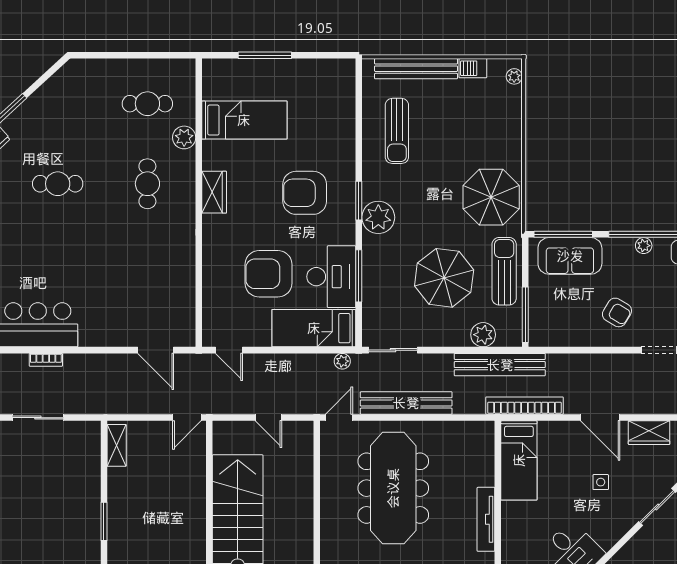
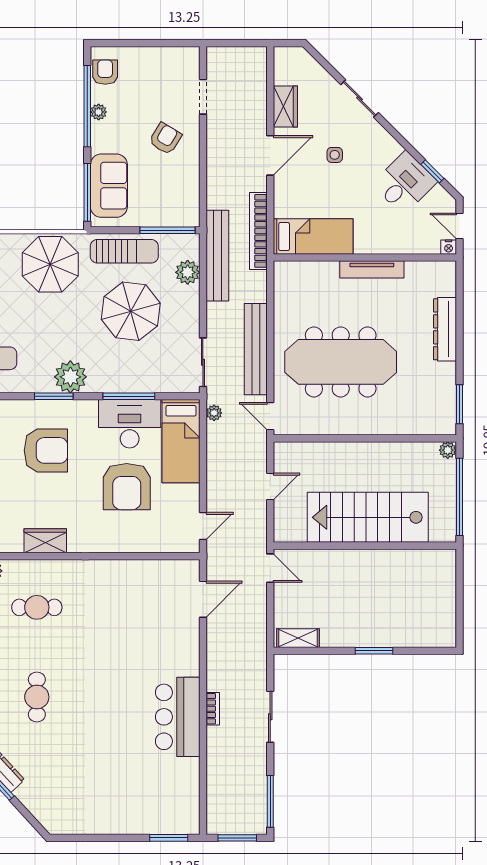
armchair: (305, 193) -> (46, 450), turned -90
sun lounger: (504, 271) -> (124, 251), turned 180

